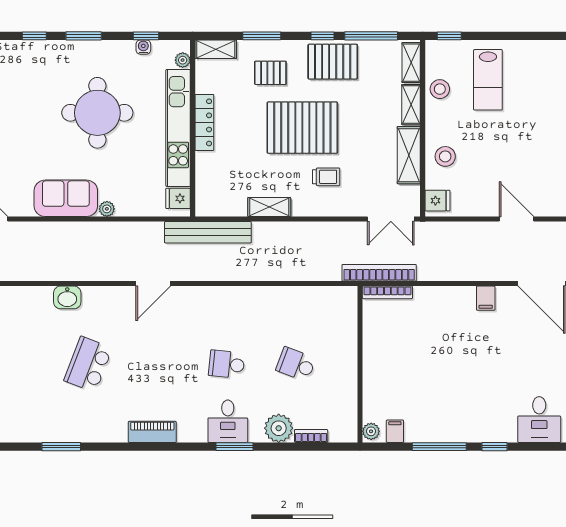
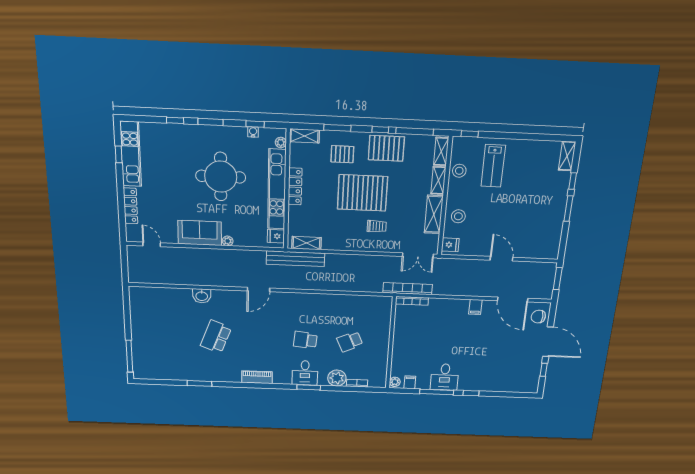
shelving: (269, 207) -> (306, 243), moved
school desk: (296, 364) -> (350, 342), turned -45
desk: (539, 420) -> (445, 377), moved

